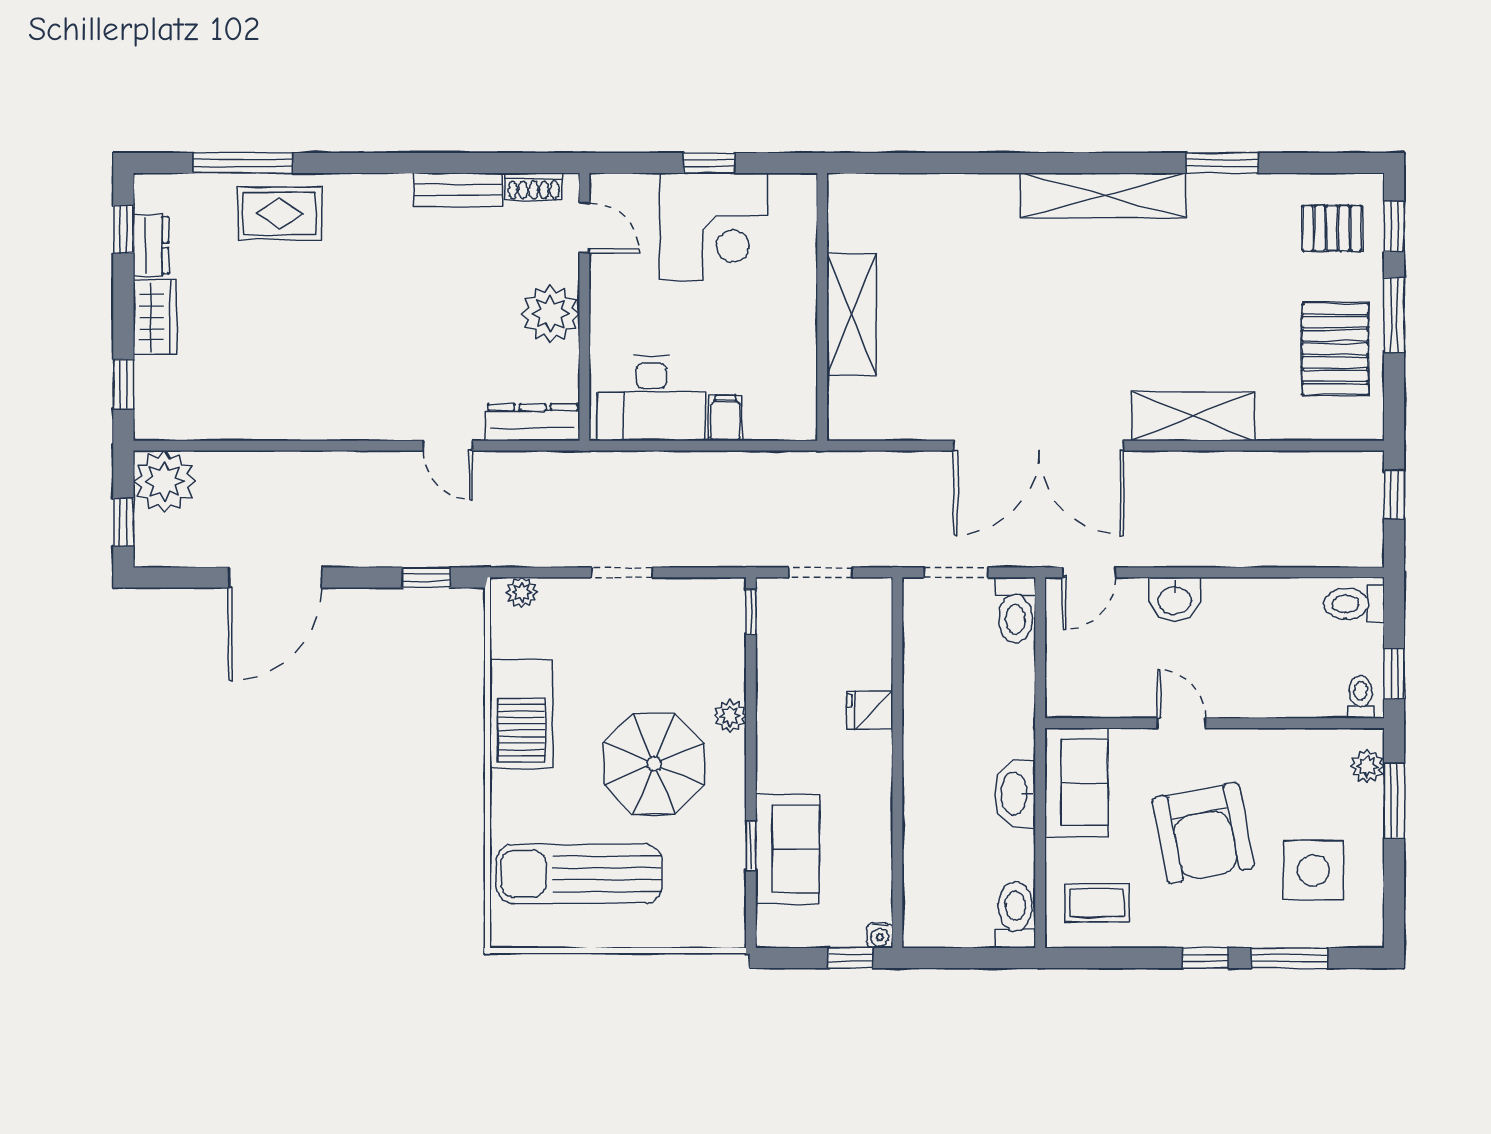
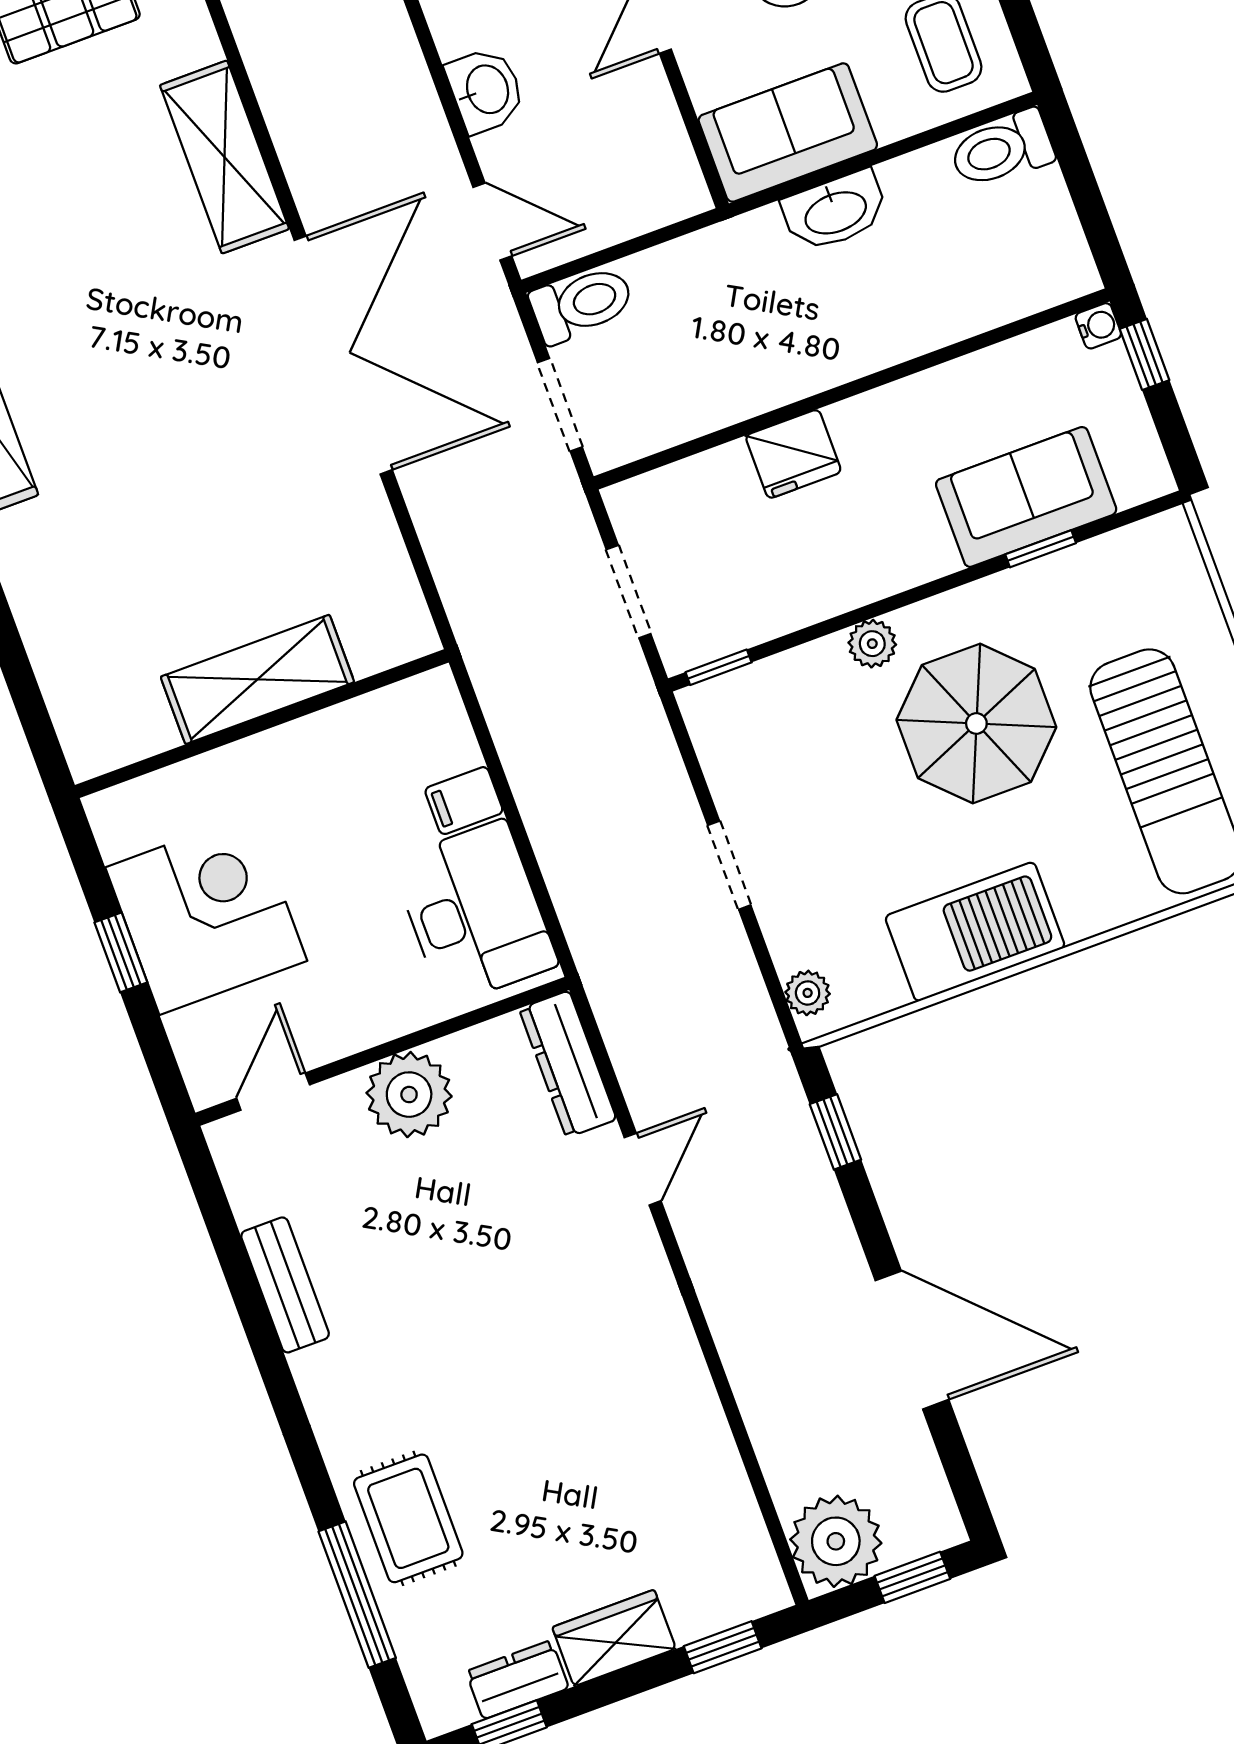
shoe rack: (534, 187) -> (243, 1182), removed
fridge: (870, 710) -> (793, 454), width x1.38

